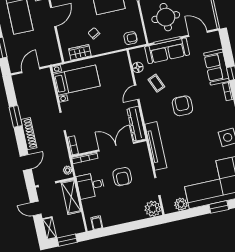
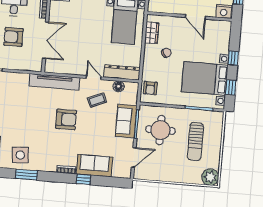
sofa: (167, 51) -> (126, 121), width x0.73
dresser: (136, 124) -> (122, 72), moved
tv unit: (156, 146) -> (54, 82), moved

